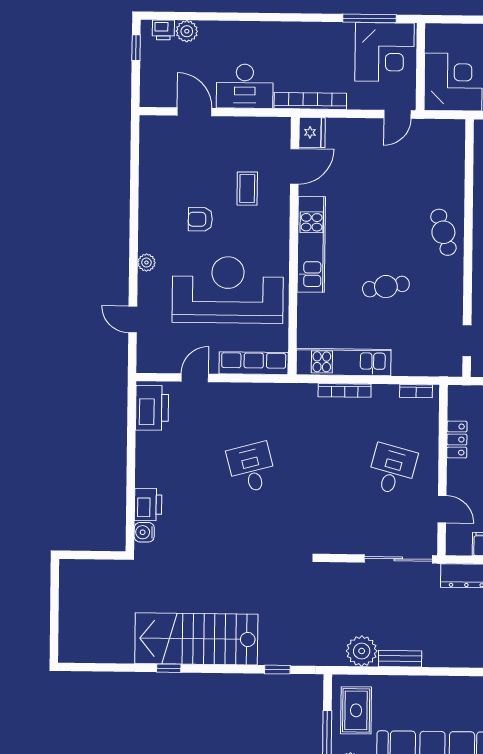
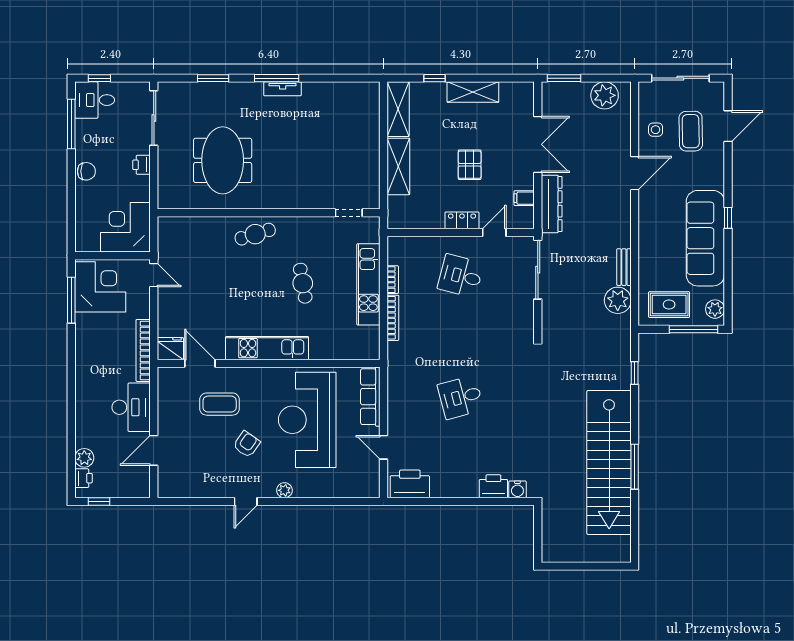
coffee table: (247, 189) -> (220, 404), width x1.36, depth x1.30
armchair: (200, 219) -> (247, 444), turned -145
door: (133, 319) -> (246, 502), moved
kitchen unit: (343, 362) -> (368, 284), moved
bookcase: (416, 391) -> (393, 280), moved
locker: (457, 440) -> (462, 220), moved
stairs: (196, 639) -> (609, 462), width x1.36
window: (169, 668) -> (635, 467), width x2.17

